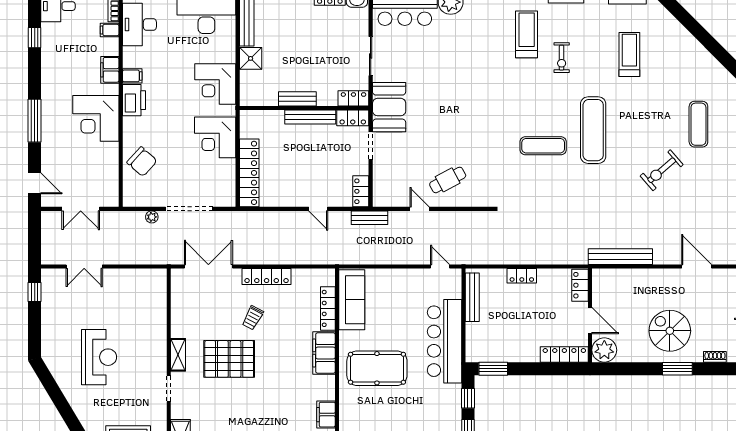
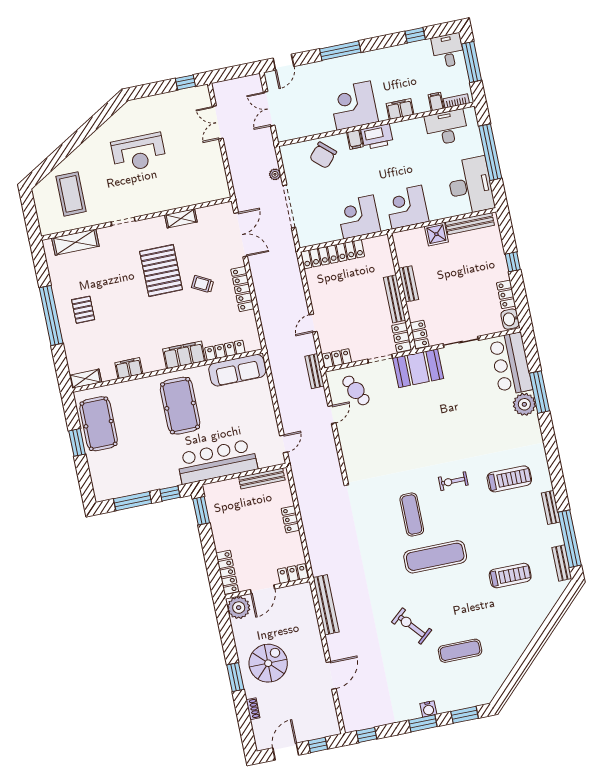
exercise bike: (562, 58) -> (453, 481), moved
filing cabinet: (132, 76) -> (355, 140), moved
cafe table: (448, 180) -> (356, 390), moved
shelving: (178, 355) -> (181, 218), moved

